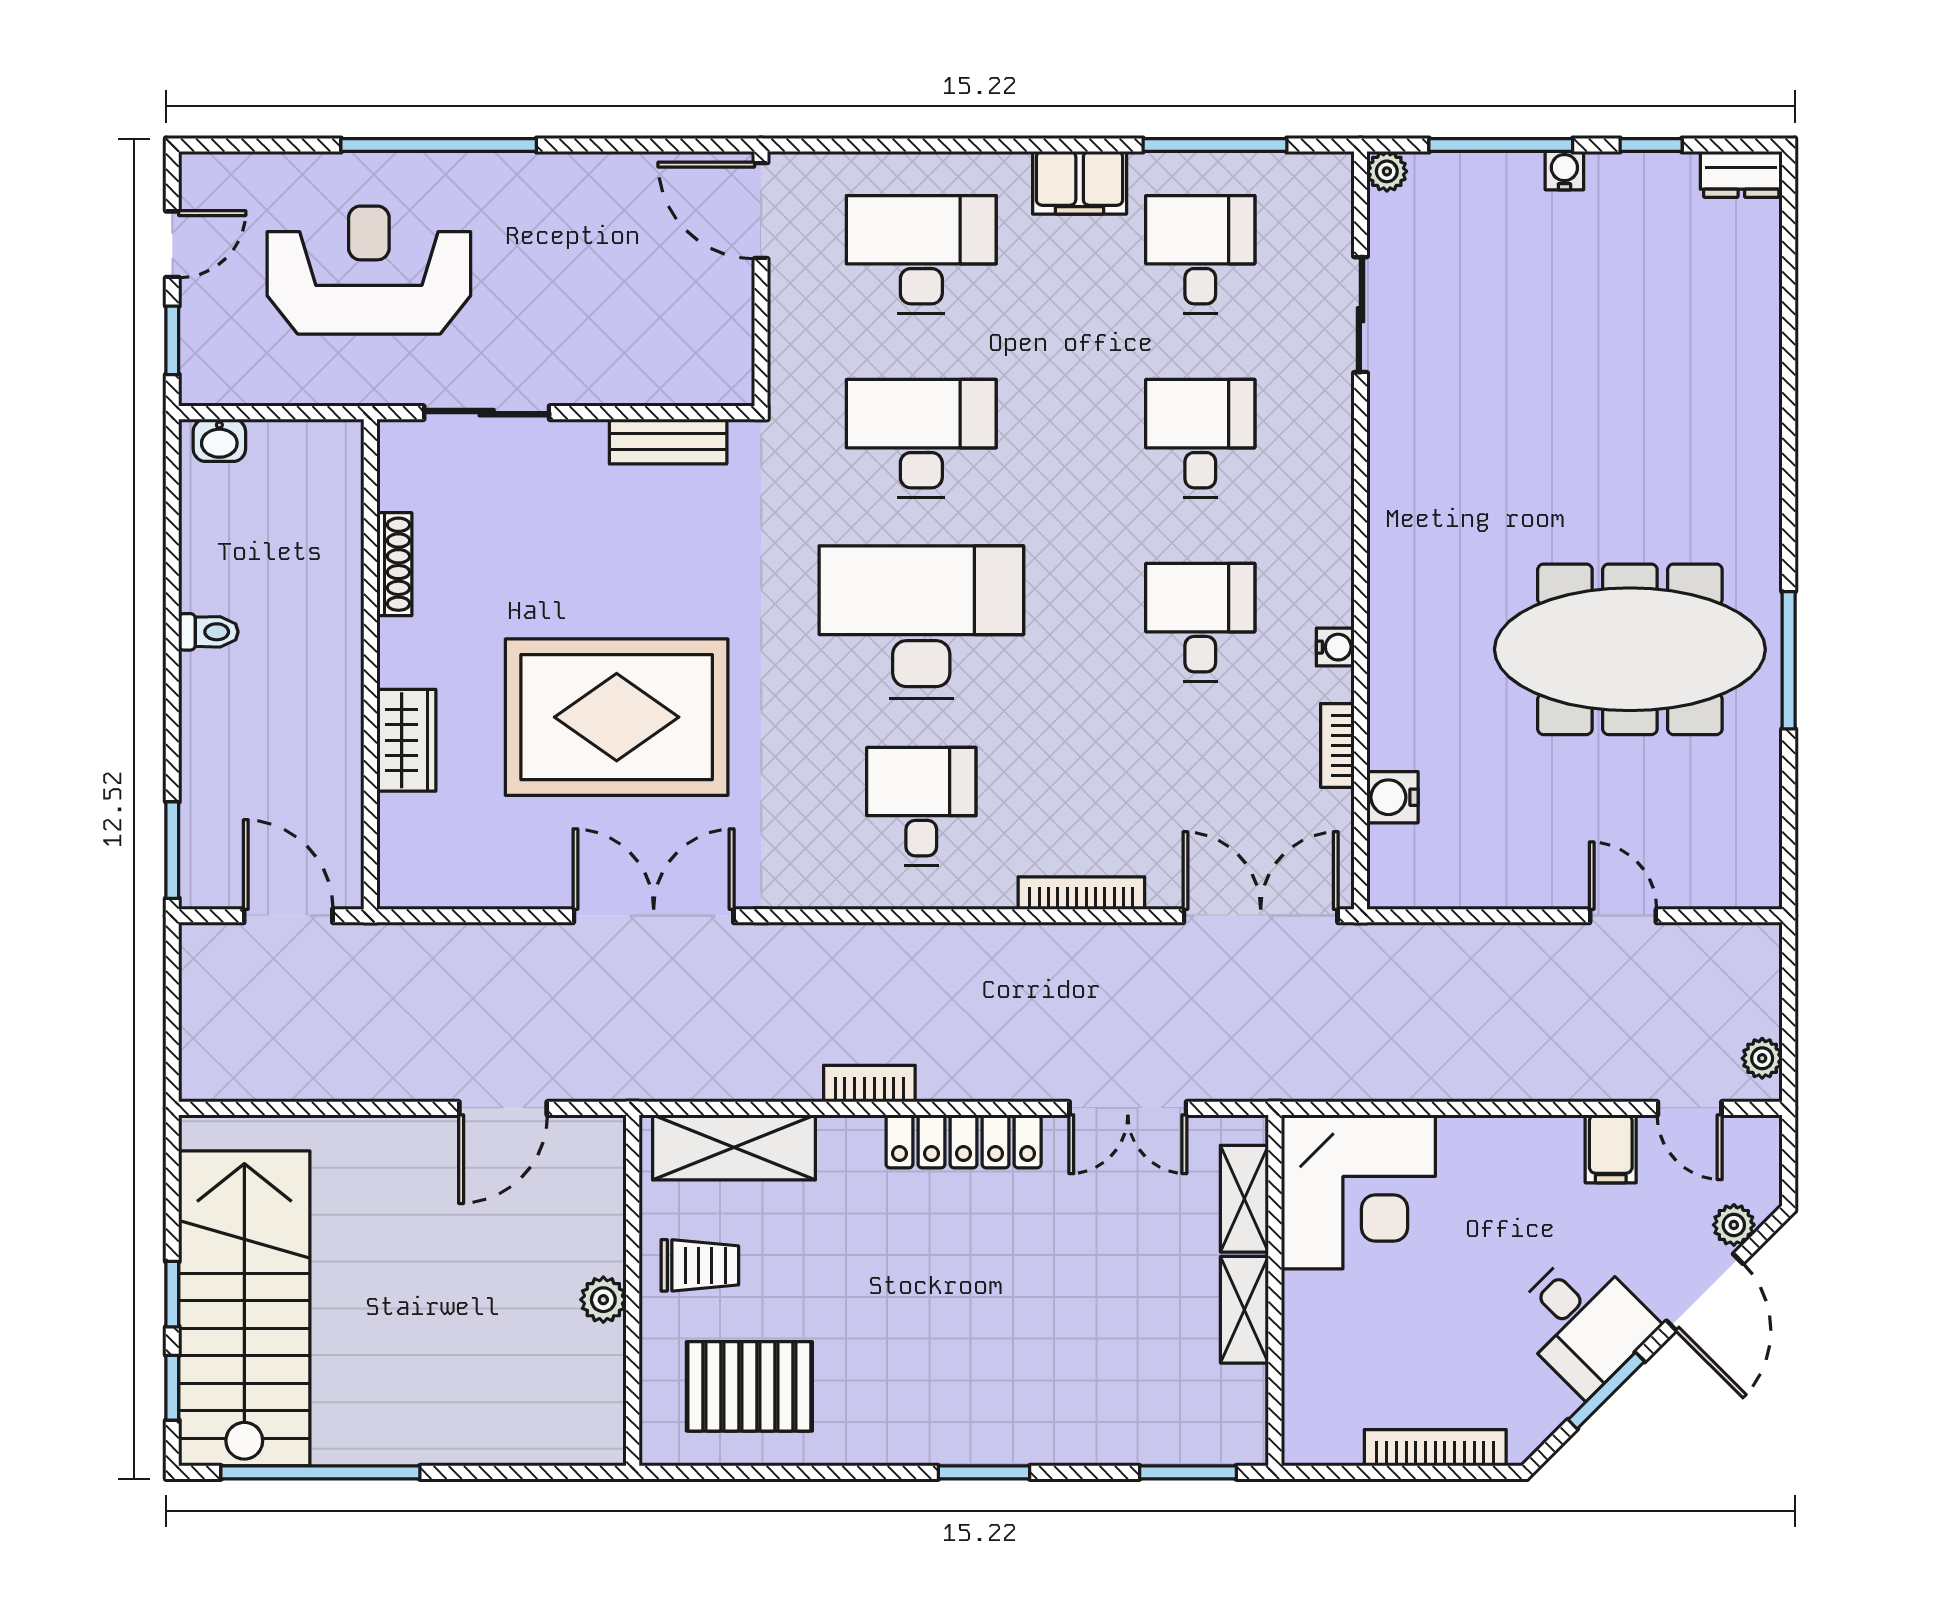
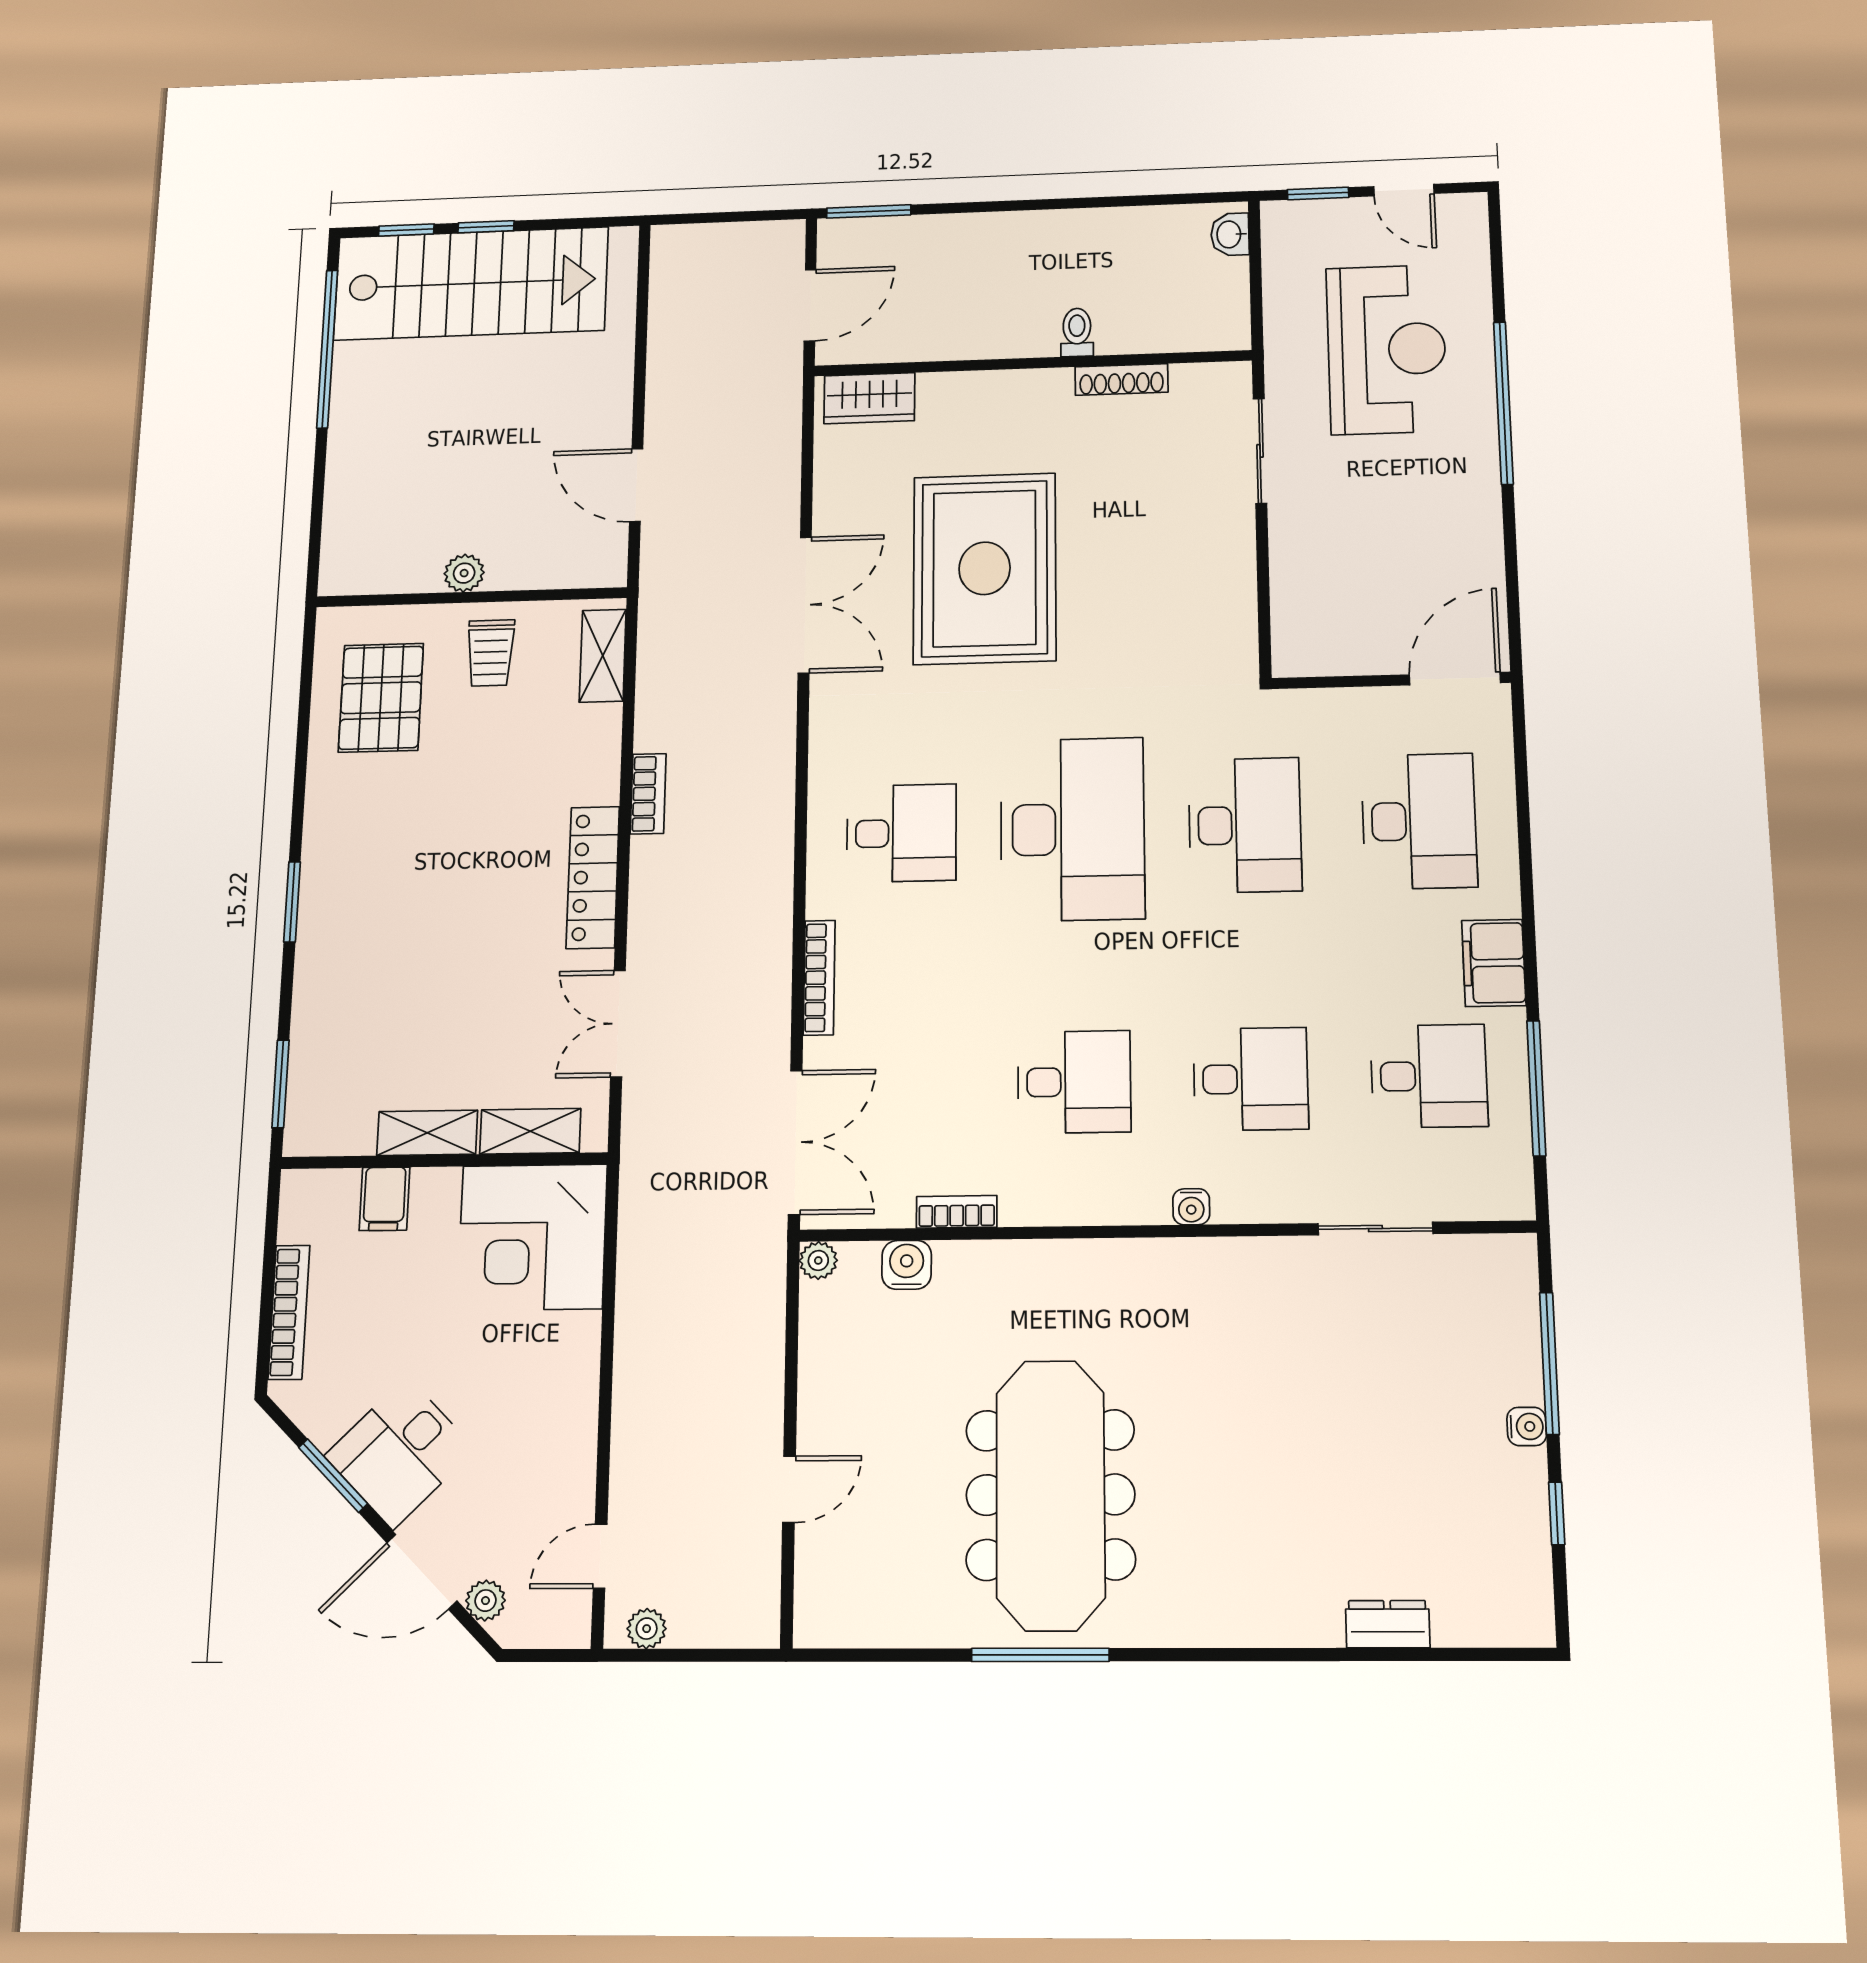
plant: (1387, 171) -> (818, 1260), moved
dresser: (1741, 174) -> (1388, 1624), moved, turned 90
bench: (668, 441) -> (1237, 604), removed
toilet: (208, 632) -> (1077, 332), moved, turned 180
water cooler: (1335, 647) -> (1191, 1207), moved
wardrobe: (406, 740) -> (869, 398), moved
shelving: (734, 1147) -> (603, 656), width x0.67, depth x0.75
filing cabinet: (1611, 1149) -> (385, 1199), moved, turned -90

